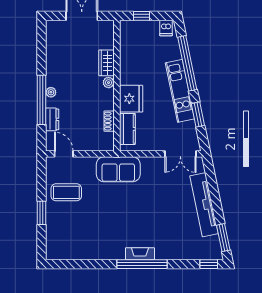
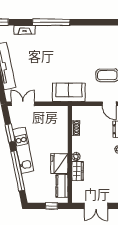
dishwasher: (166, 28) -> (33, 197), removed
fridge: (131, 99) -> (59, 164), moved
kitchen counter: (127, 129) -> (62, 186), moved
fireplace: (140, 254) -> (25, 30), moved

